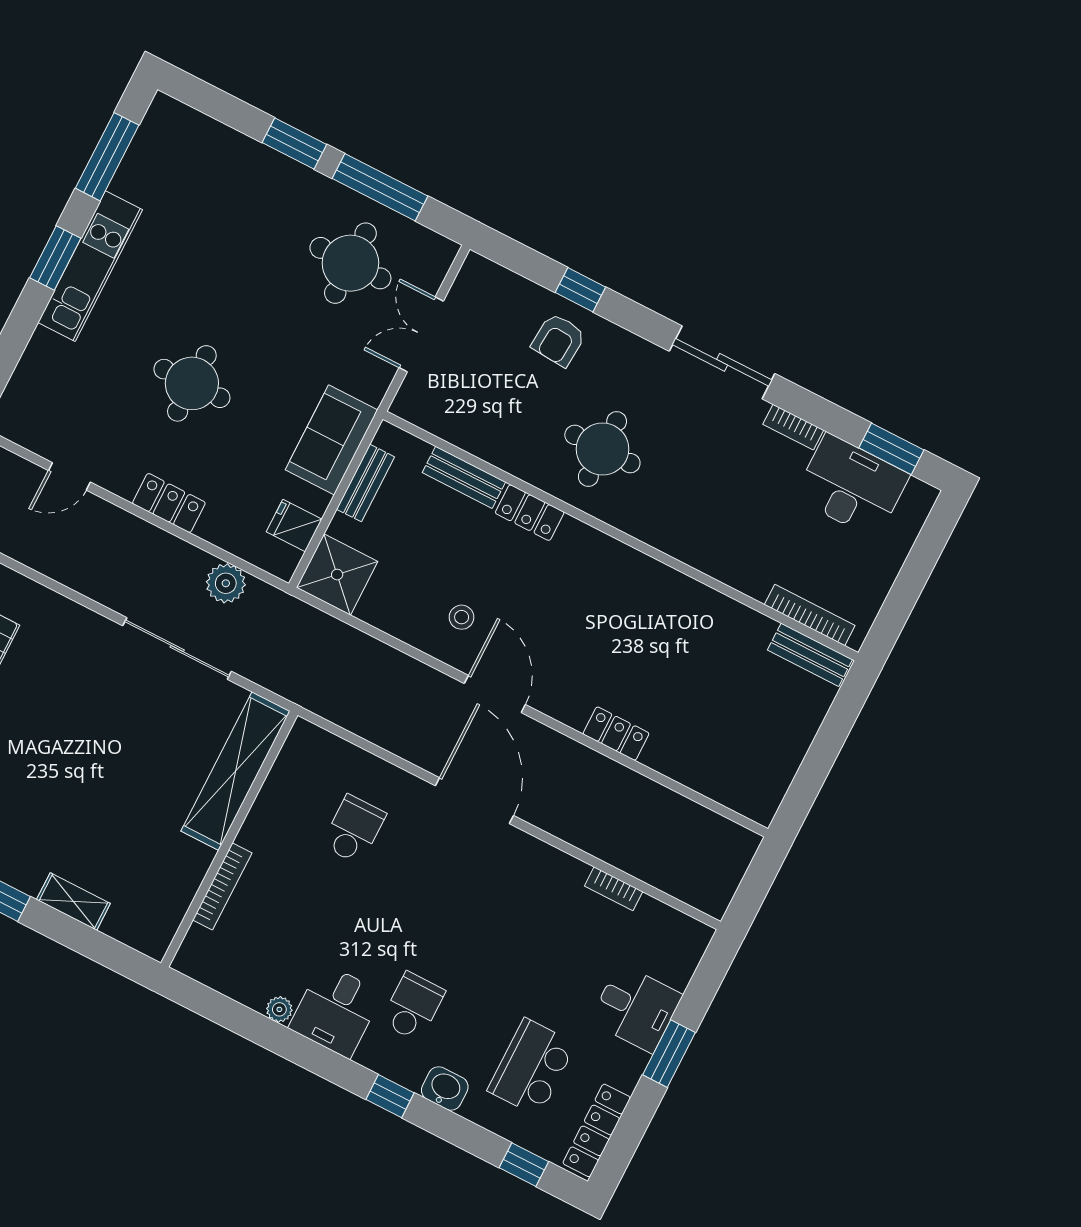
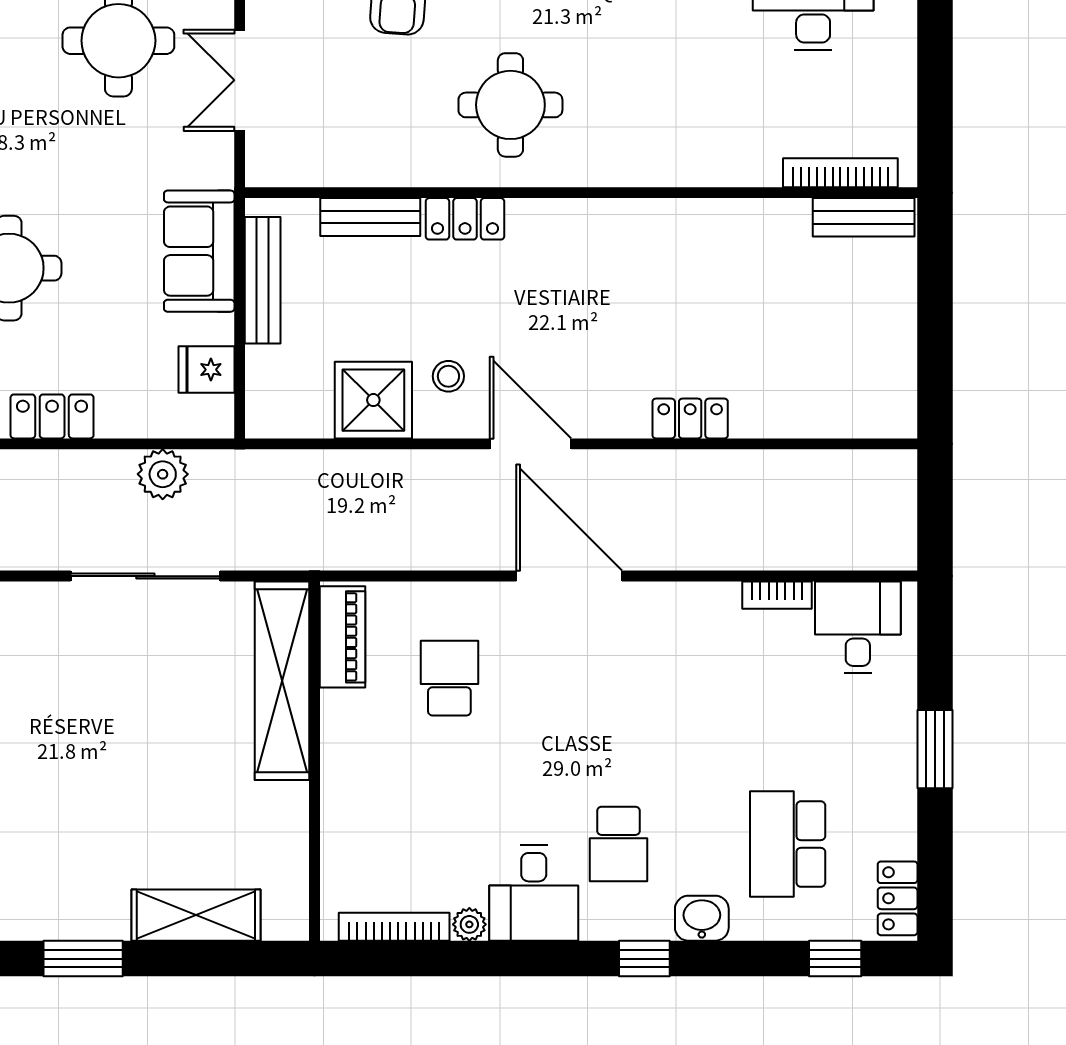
bench: (366, 483) -> (263, 280), width x1.36
shower: (337, 575) -> (373, 400), moved
piano: (294, 762) -> (342, 637), added
bookcase: (222, 886) -> (394, 927), moved, turned -90
shelving: (73, 901) -> (196, 915), width x1.50, depth x1.33
school desk: (413, 1007) -> (619, 844), turned 180
desk: (636, 1008) -> (858, 627), moved, turned -90
locker: (597, 1130) -> (898, 898), width x0.66

